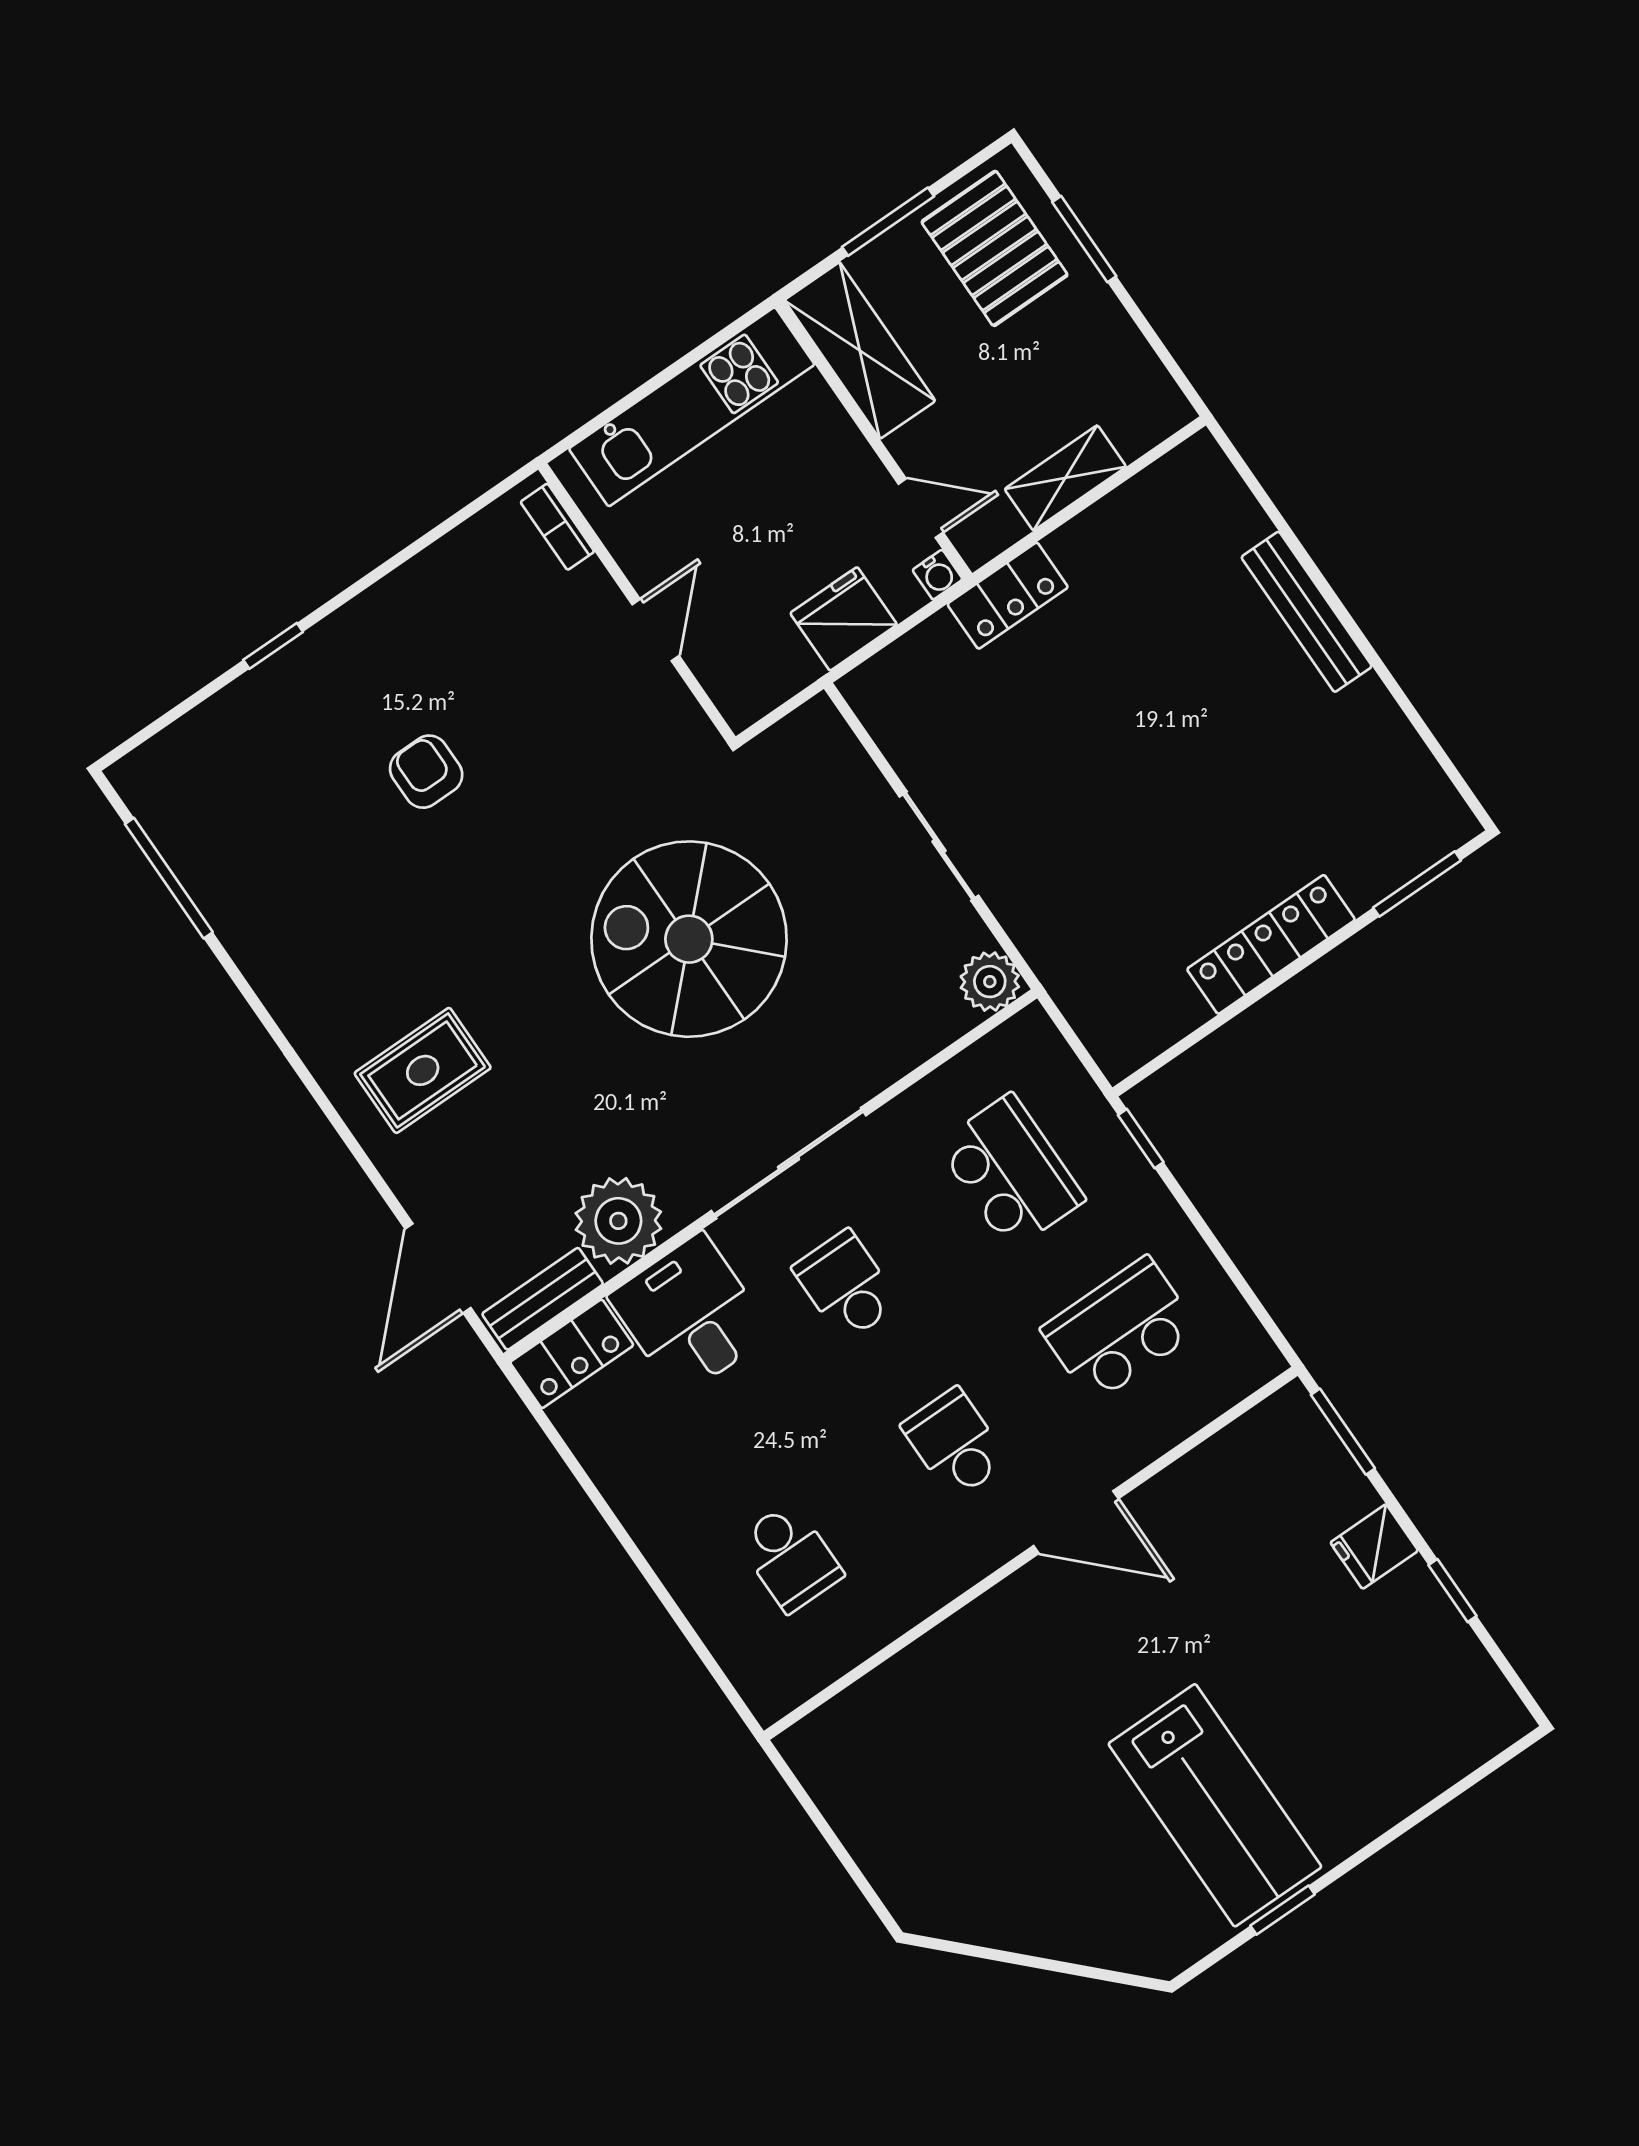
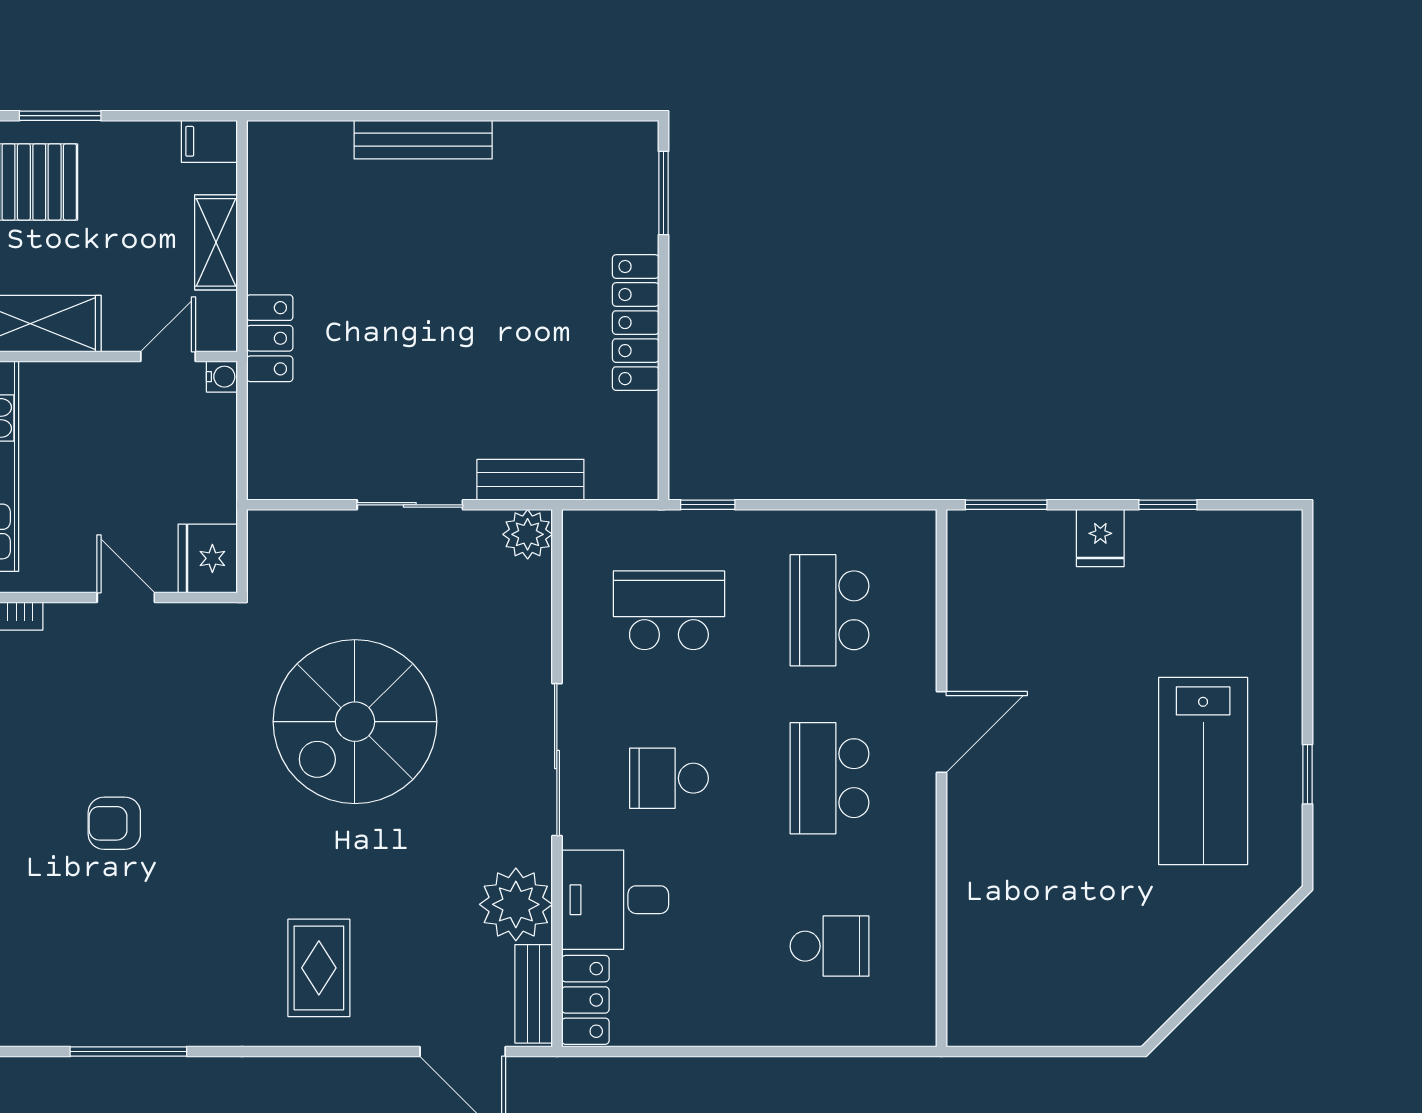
filing cabinet: (1160, 403) -> (209, 141), added
fridge: (844, 619) -> (208, 558), moved
window: (169, 878) -> (128, 1052), moved
bench: (1045, 948) -> (530, 480), added
school desk: (955, 1443) -> (830, 778), width x1.85
lab bench: (1215, 1805) -> (1203, 771), turned 90

